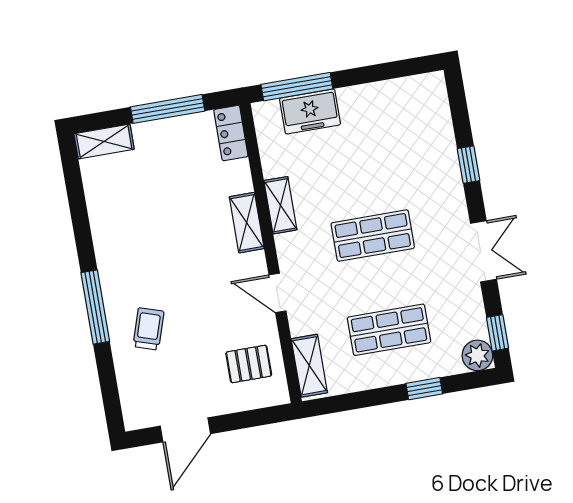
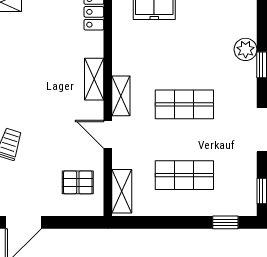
shelving: (280, 205) -> (121, 96), moved
plant: (477, 355) -> (246, 49), moved
window: (424, 389) -> (225, 222), moved

